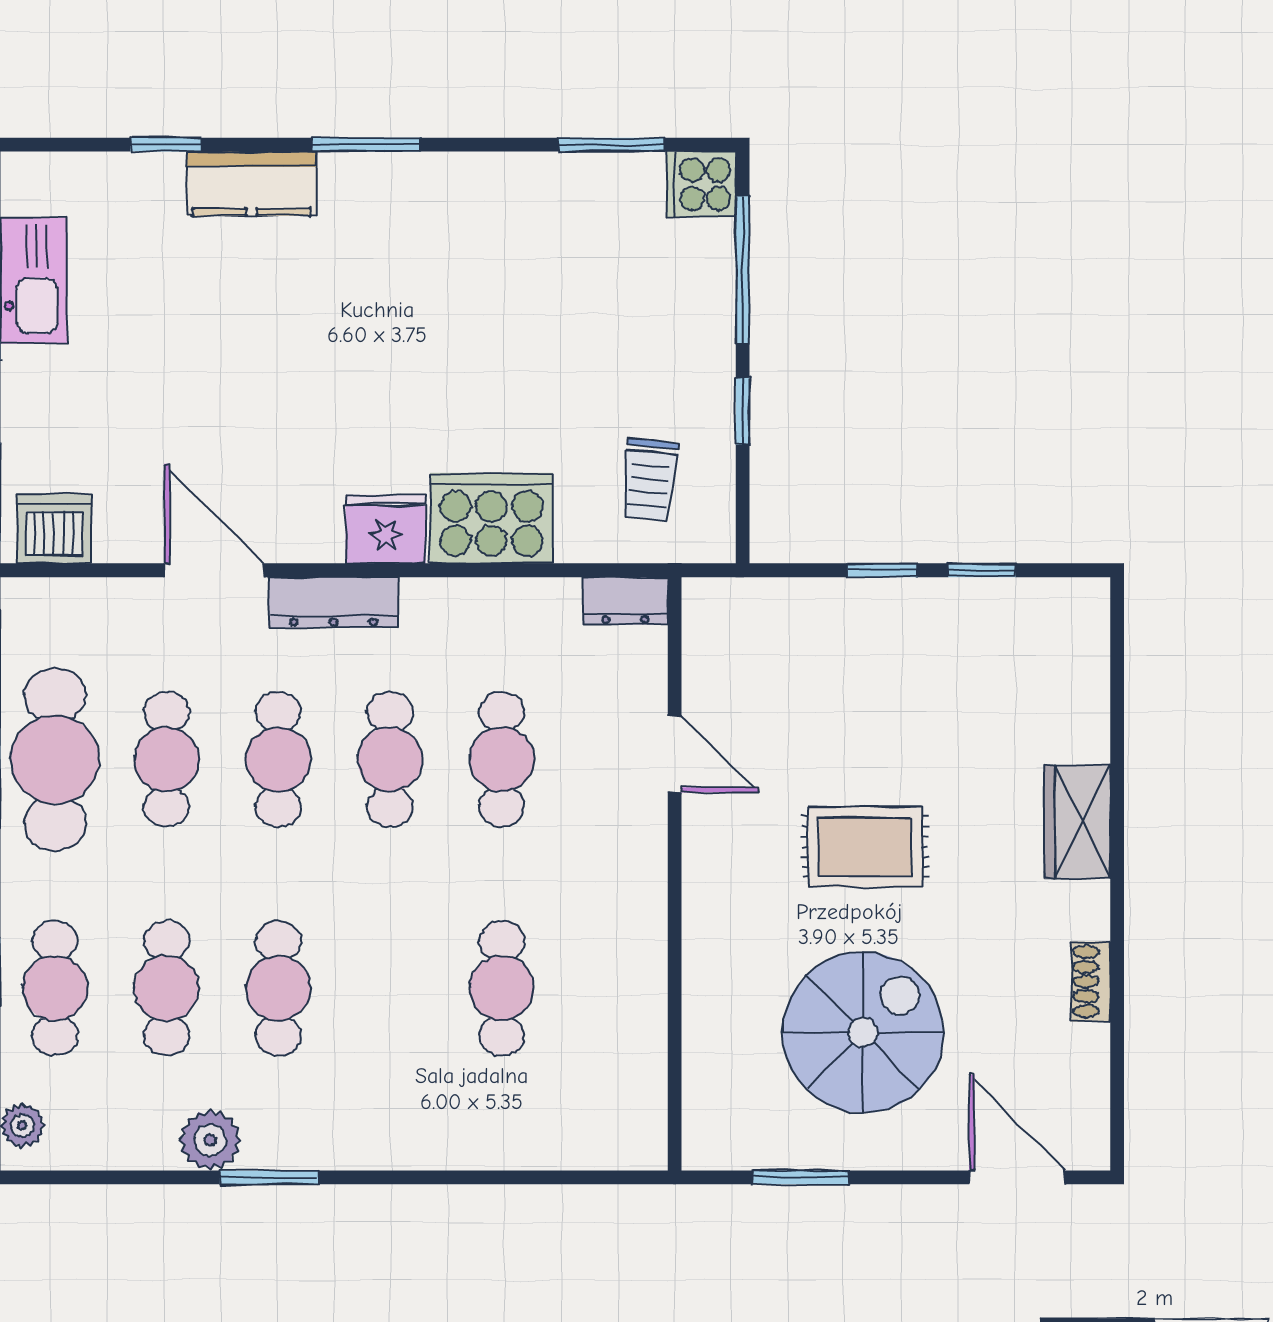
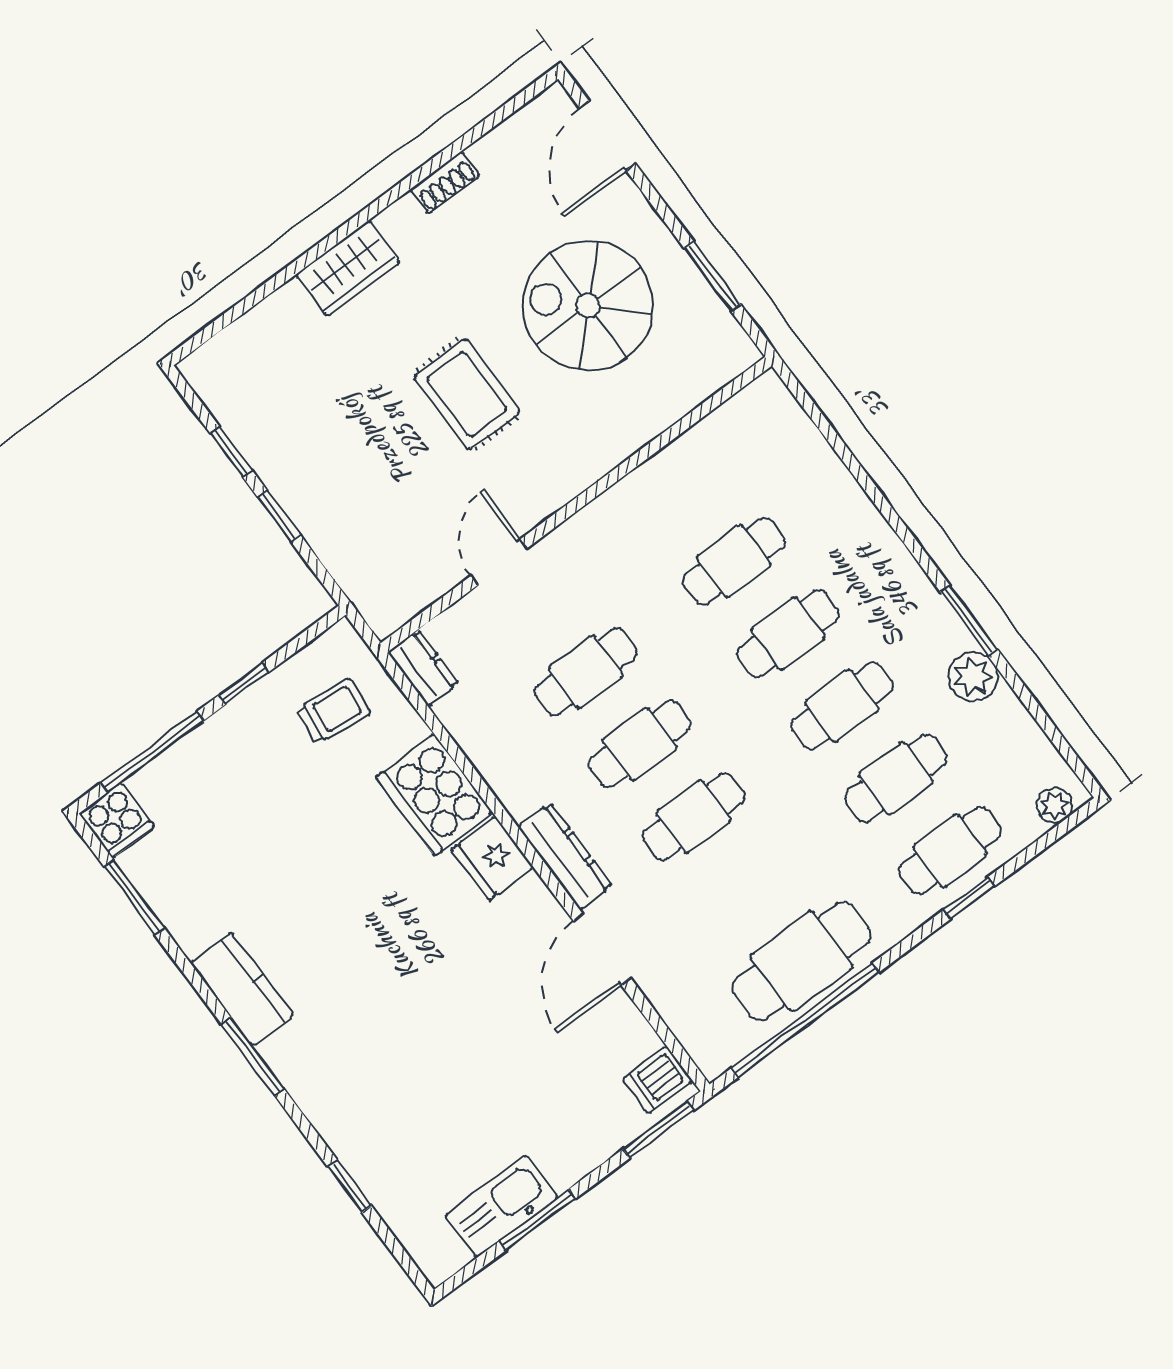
kitchen counter: (251, 184) -> (242, 989), moved
dishwasher: (54, 529) -> (657, 1080), width x0.73
cafe table: (167, 759) -> (788, 634), moved

